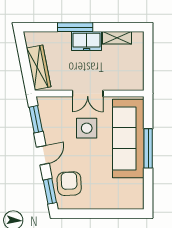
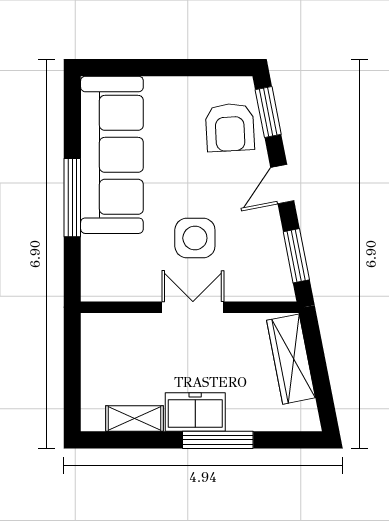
sofa: (128, 138) -> (112, 155), moved

